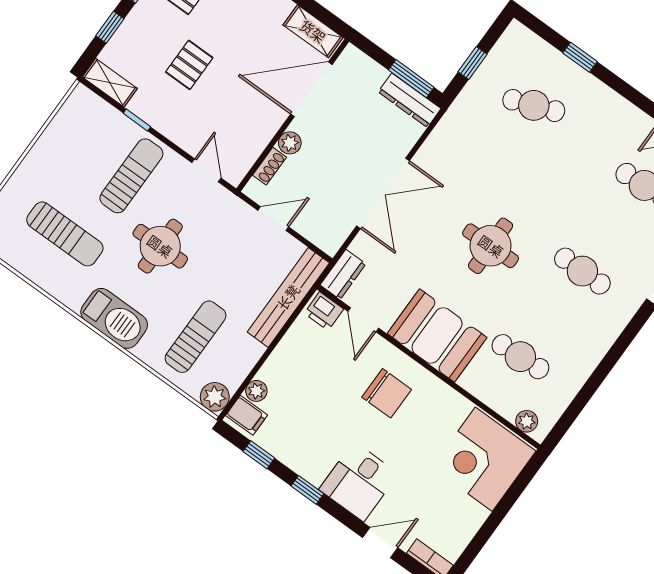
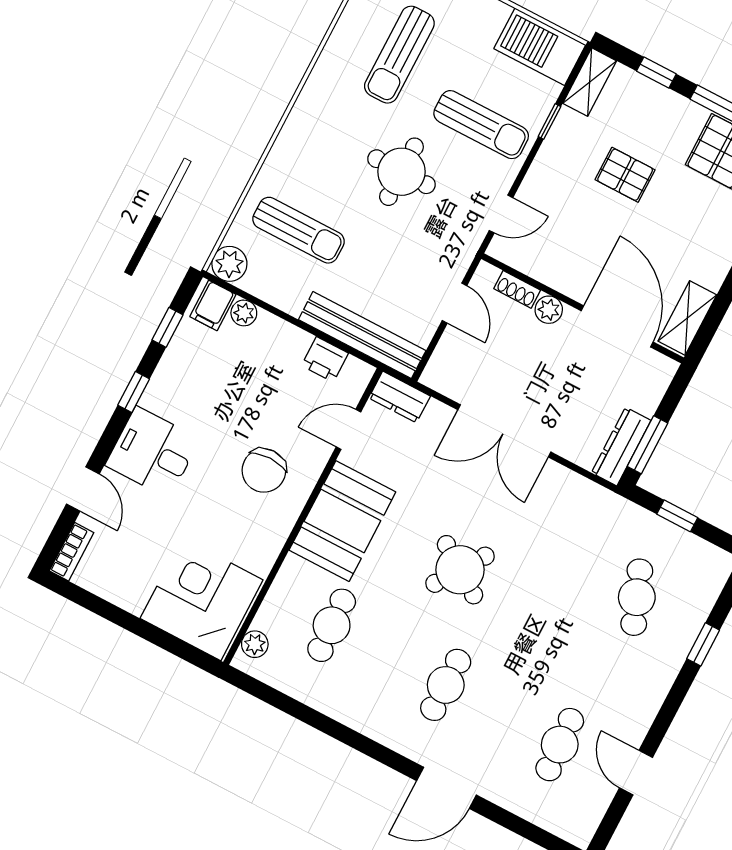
round table: (491, 246) -> (460, 570), turned 35
printer: (324, 311) -> (325, 359), moved, turned -90
barbecue: (114, 318) -> (540, 47), moved, turned 90

